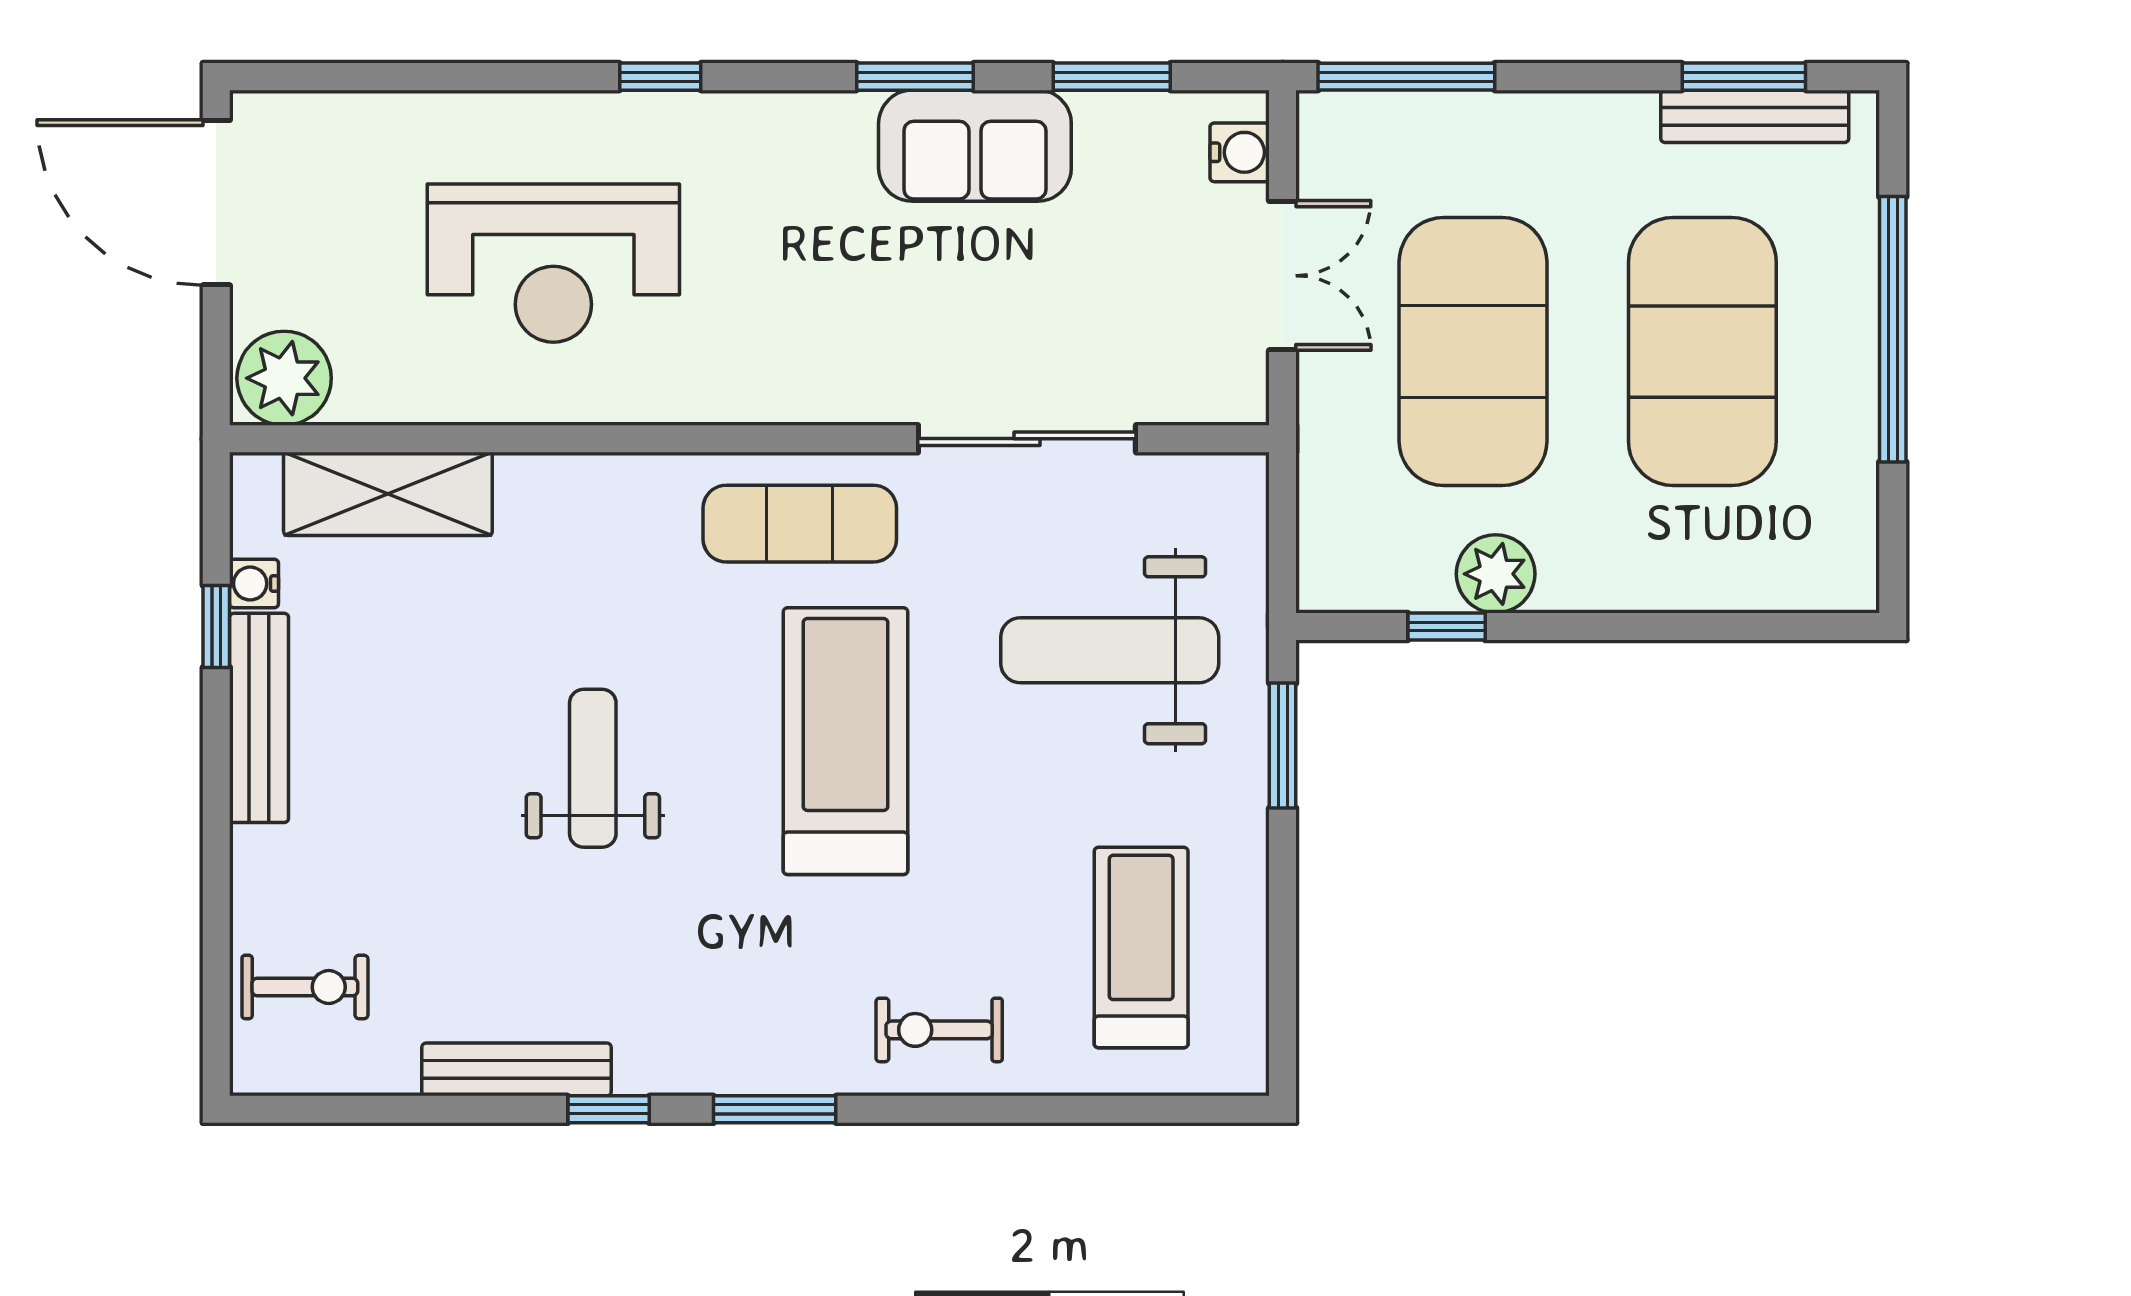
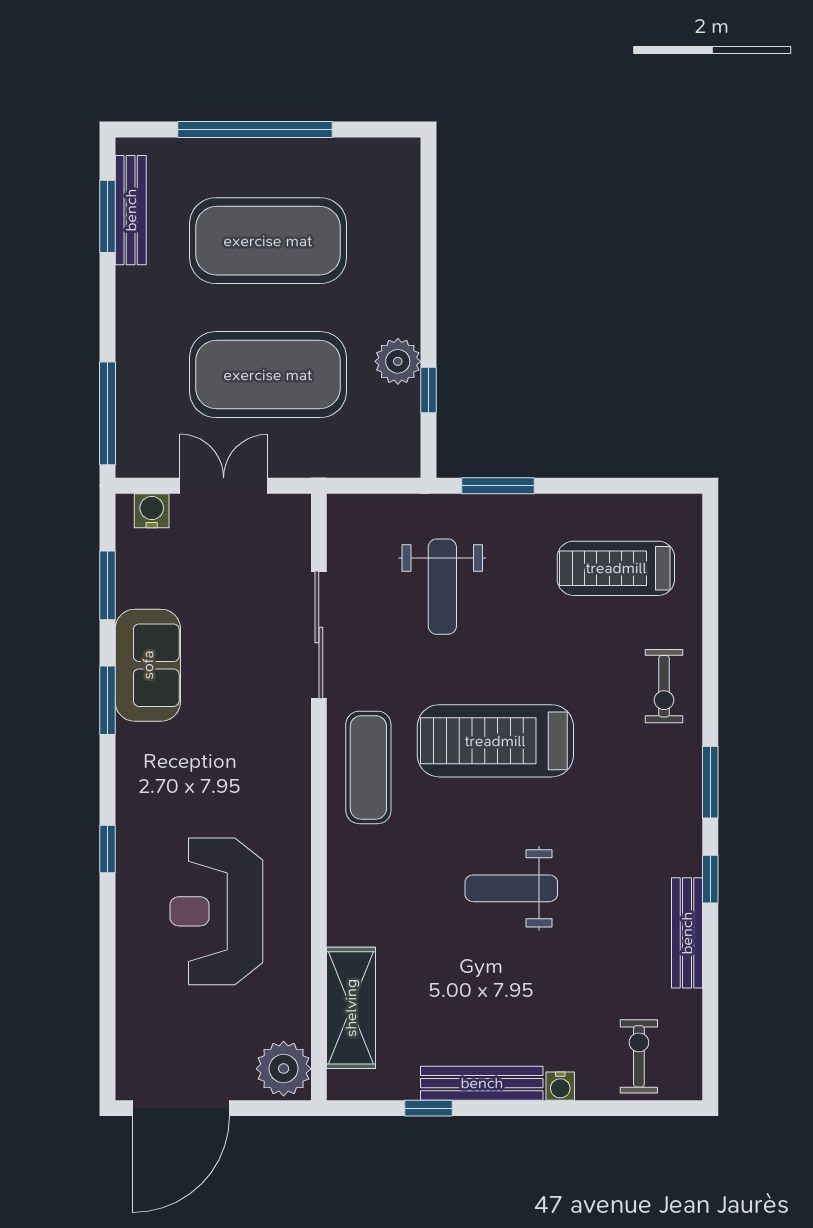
reception desk: (553, 263) -> (216, 911), turned 180
water cooler: (254, 584) -> (560, 1086), moved
weight bench: (1110, 650) -> (442, 587), width x0.73, depth x0.75

